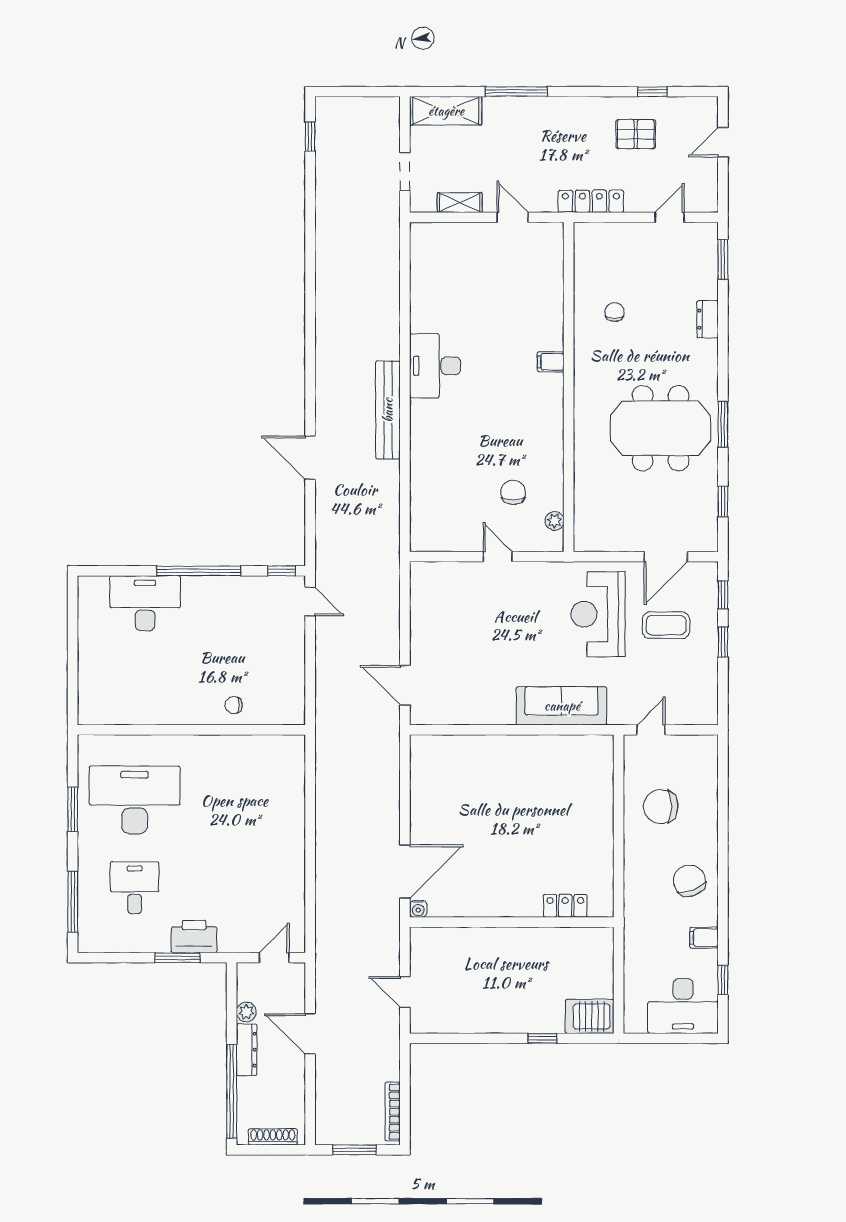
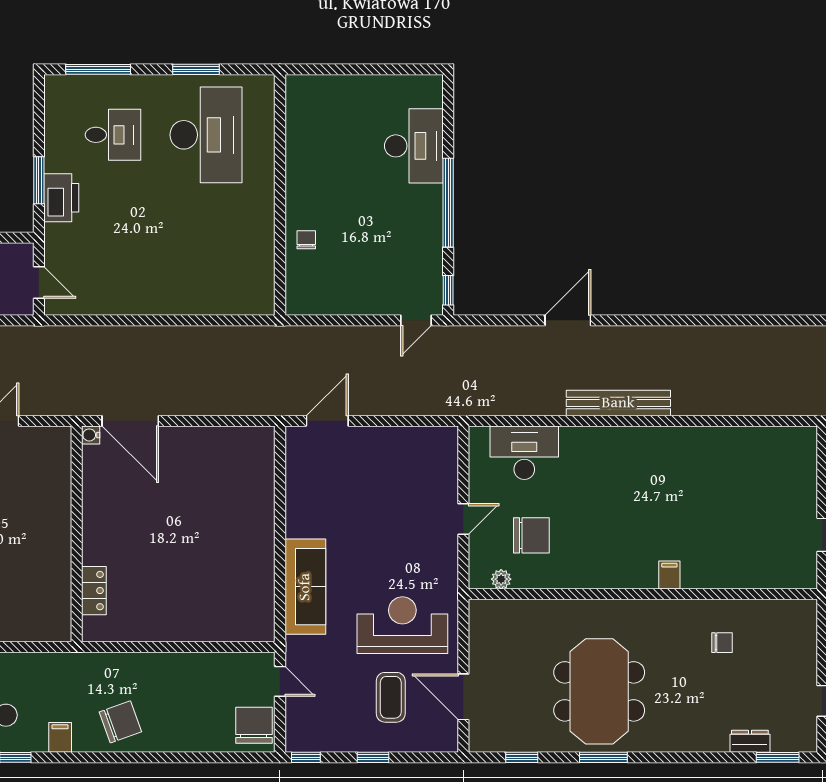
dresser: (708, 319) -> (750, 741), moved
desk: (435, 366) -> (524, 453), moved
chair: (513, 492) -> (531, 535), width x1.37, depth x1.37
window: (723, 595) -> (306, 757), moved
chair: (661, 807) -> (254, 725), moved

